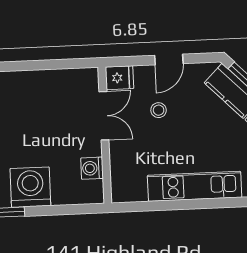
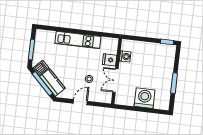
fridge: (119, 78) -> (110, 60), moved
washing machine: (30, 187) -> (145, 98), moved, turned 180

